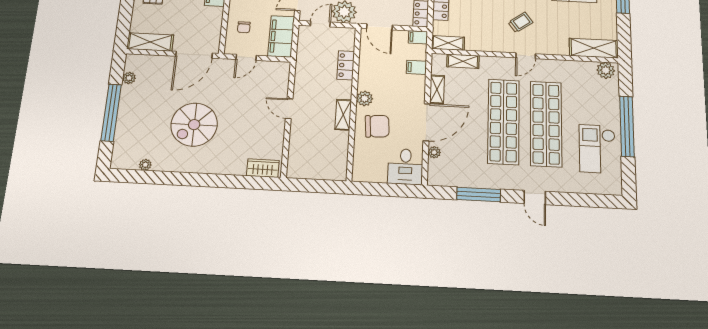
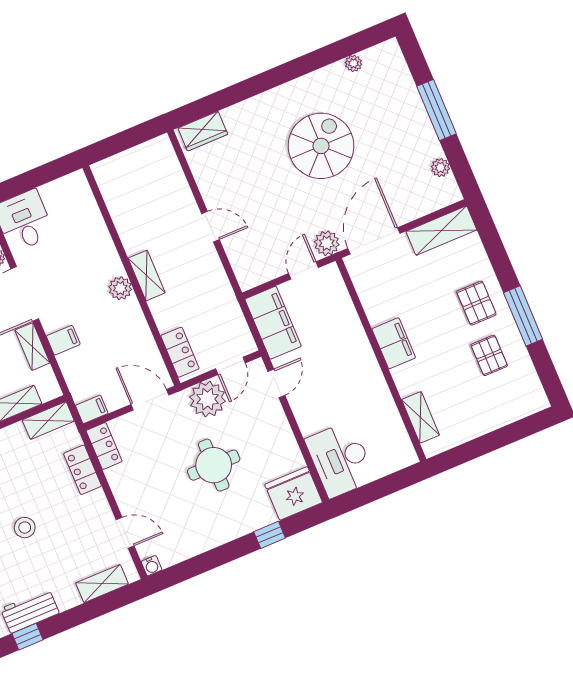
chair: (244, 27) -> (329, 312), removed
locker: (346, 65) -> (180, 352), moved
plant: (223, 66) -> (327, 243), added
filing cabinet: (416, 67) -> (63, 340), moved
window: (111, 113) -> (437, 110), width x0.68
shelving: (343, 115) -> (147, 276), moved
chair: (377, 126) -> (86, 258), removed

